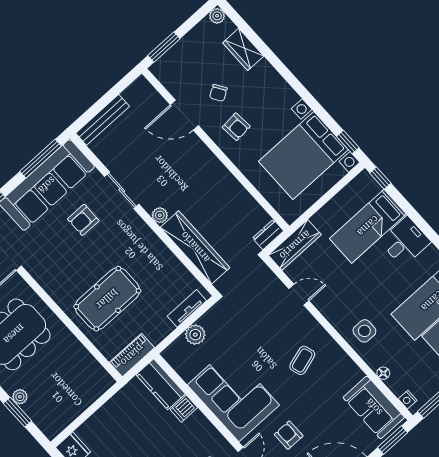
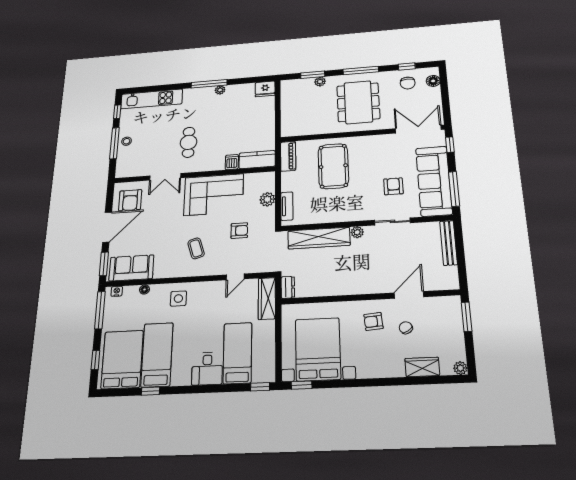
armchair: (289, 435) -> (239, 231), moved

